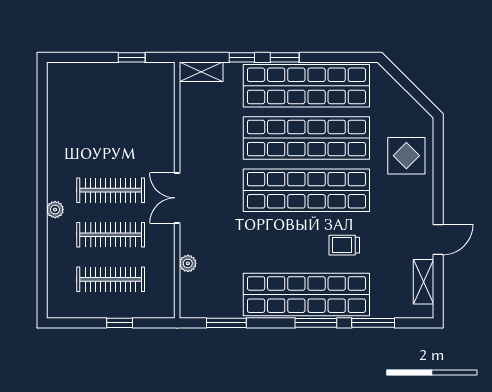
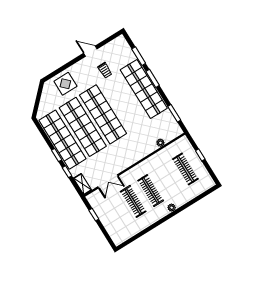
double door: (177, 198) -> (108, 181), moved
clothes rail: (111, 235) -> (133, 201), moved
trolley: (344, 245) -> (105, 70), moved
shelving: (424, 282) -> (110, 46), removed

